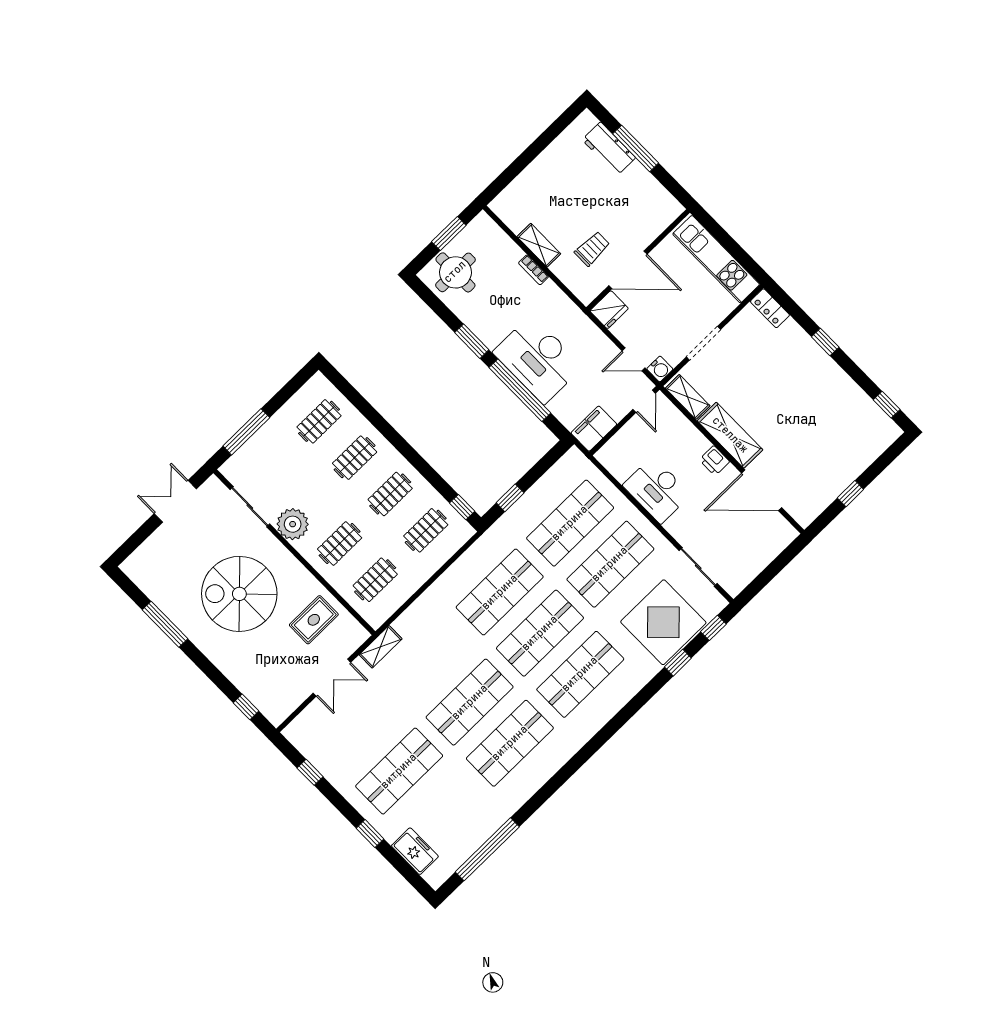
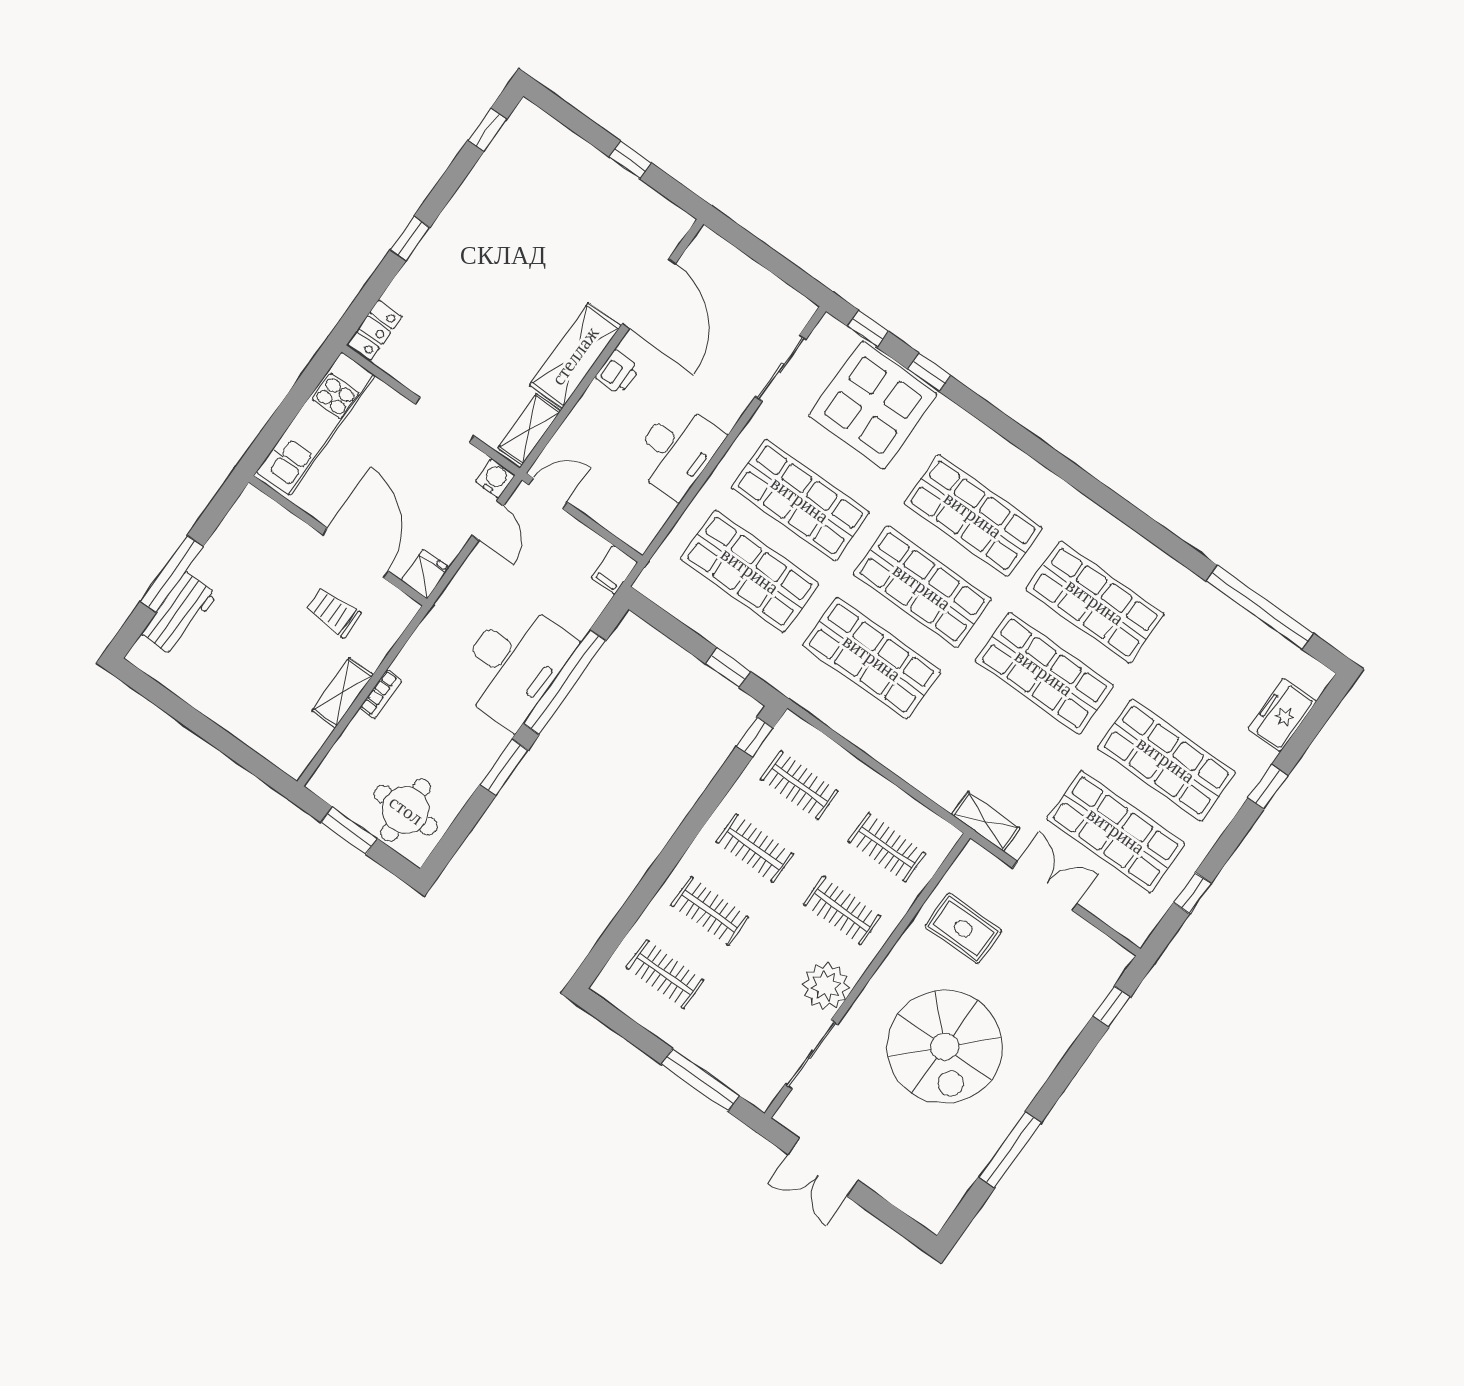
fridge: (609, 310) -> (425, 574), width x0.72
filing cabinet: (594, 429) -> (614, 570), width x0.50
shop shelf: (359, 730) -> (1116, 831), added

